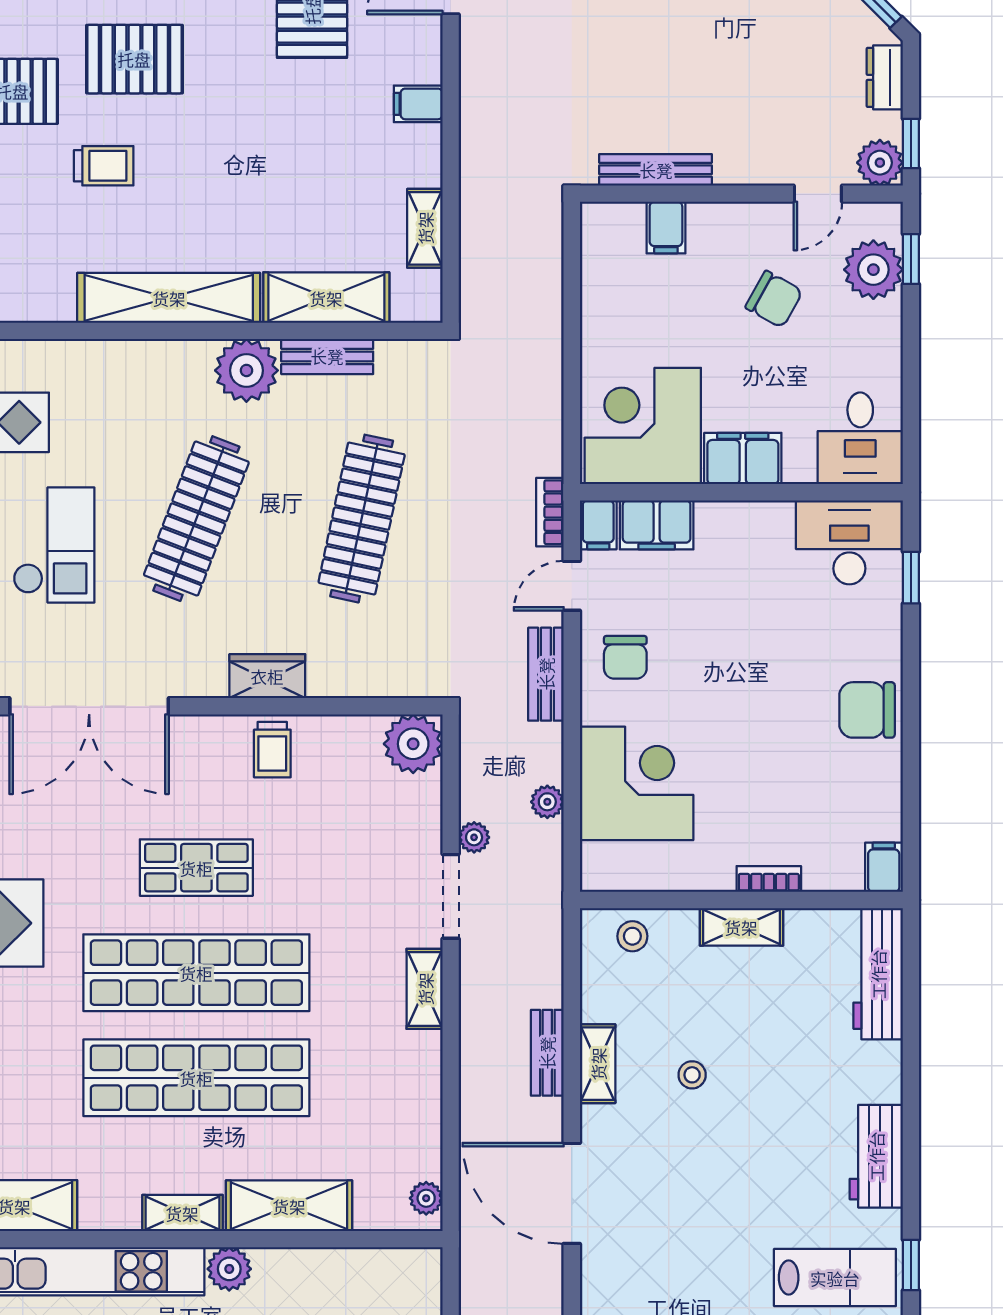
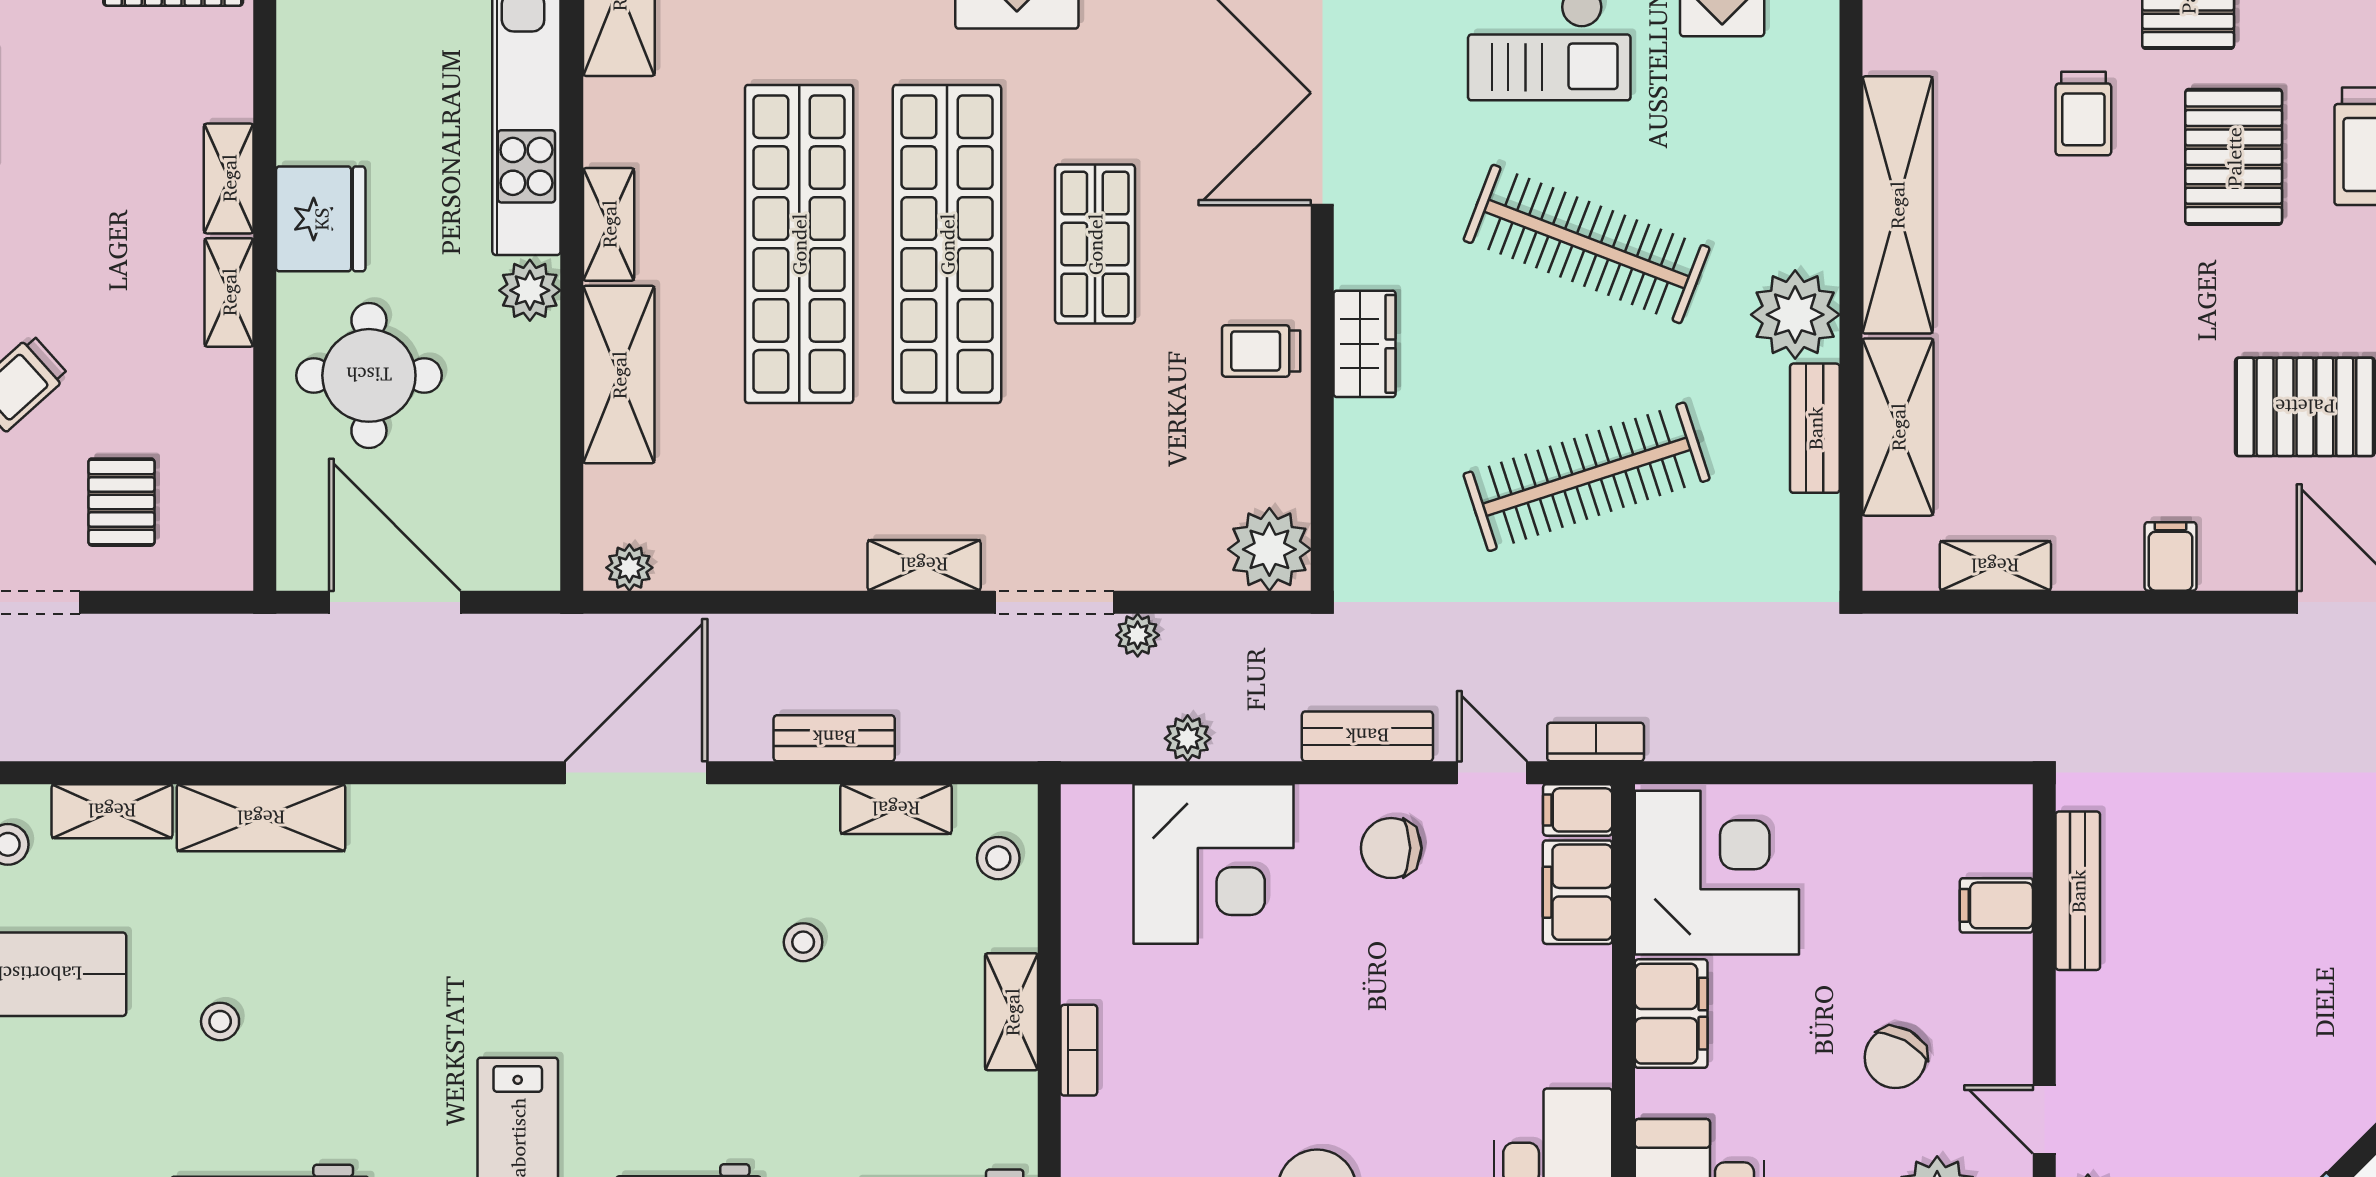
clothes rail: (362, 519) -> (1587, 477), turned -30
shelving: (598, 1064) -> (896, 809), moved

